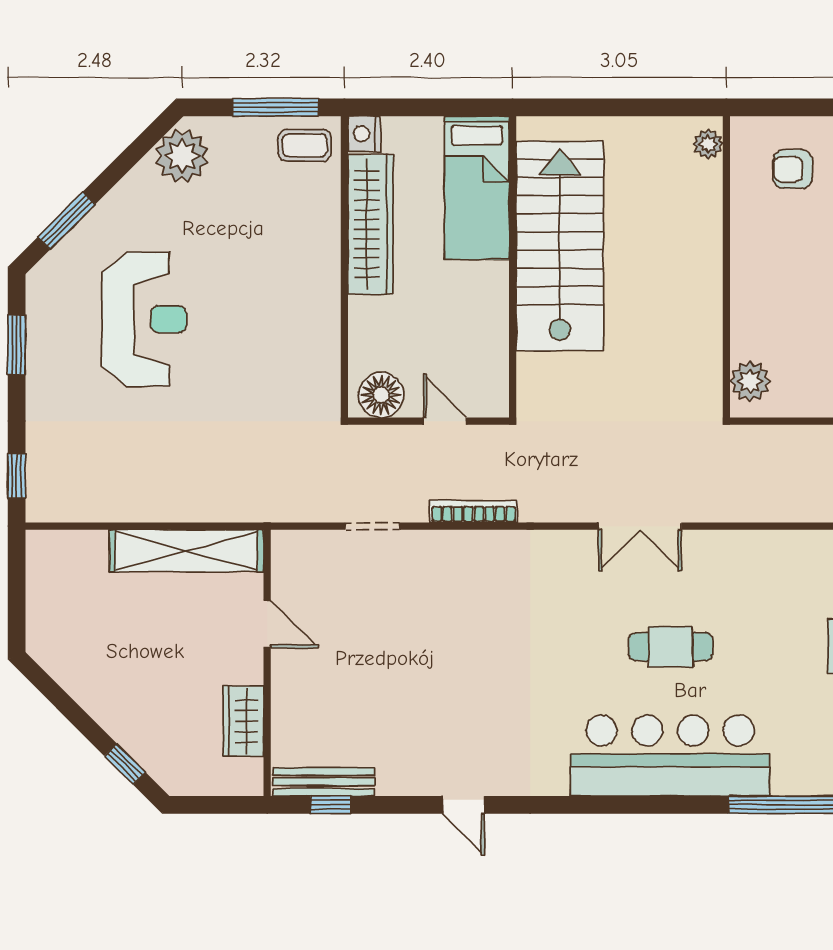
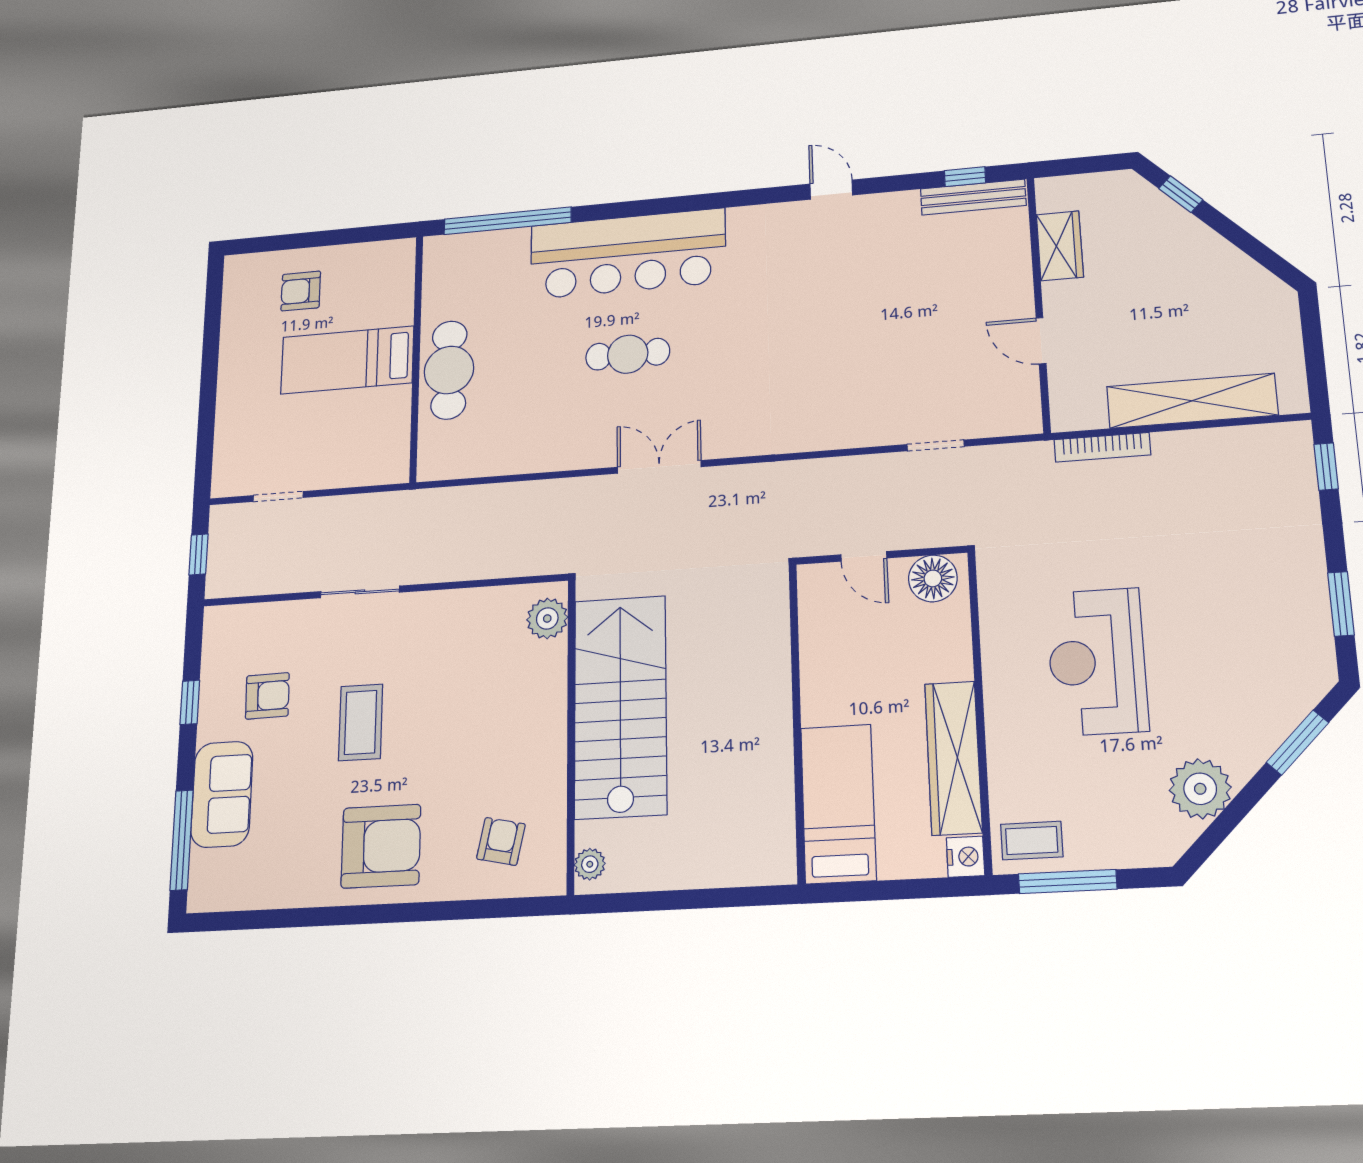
plant: (182, 156) -> (1200, 789), moved
armchair: (793, 169) -> (501, 841), turned -78
stairs: (560, 246) -> (620, 706), moved, turned 180
reception desk: (144, 319) -> (1097, 662), moved
bookcase: (474, 511) -> (1102, 447), moved
shelving: (186, 551) -> (1192, 401), moved

